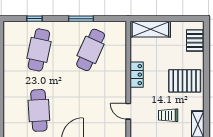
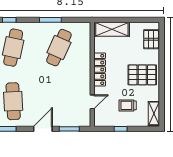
locker: (137, 75) -> (100, 70), width x1.53
door: (128, 111) -> (92, 102), swing flipped

